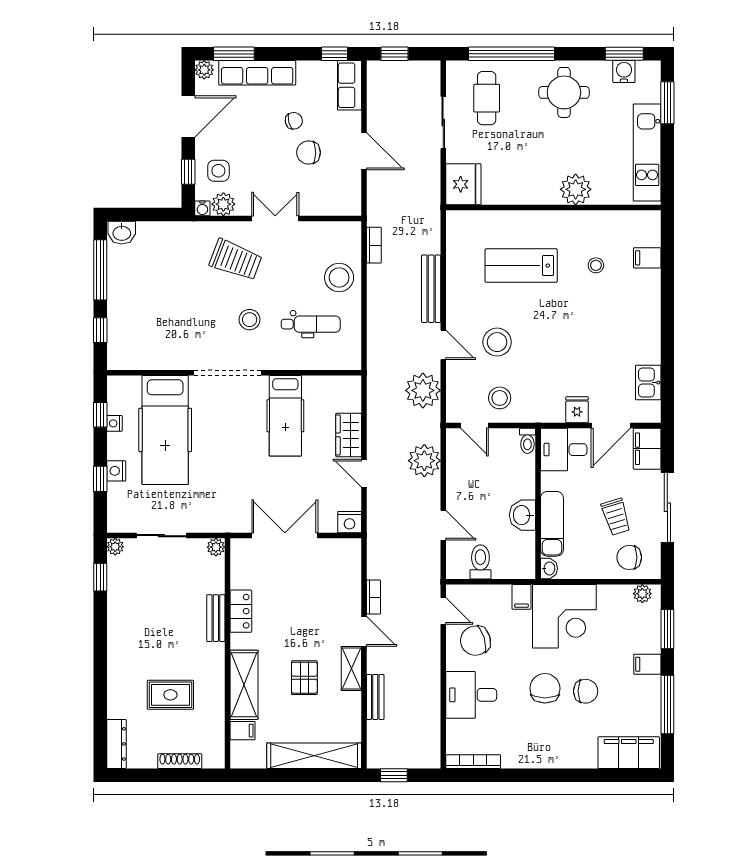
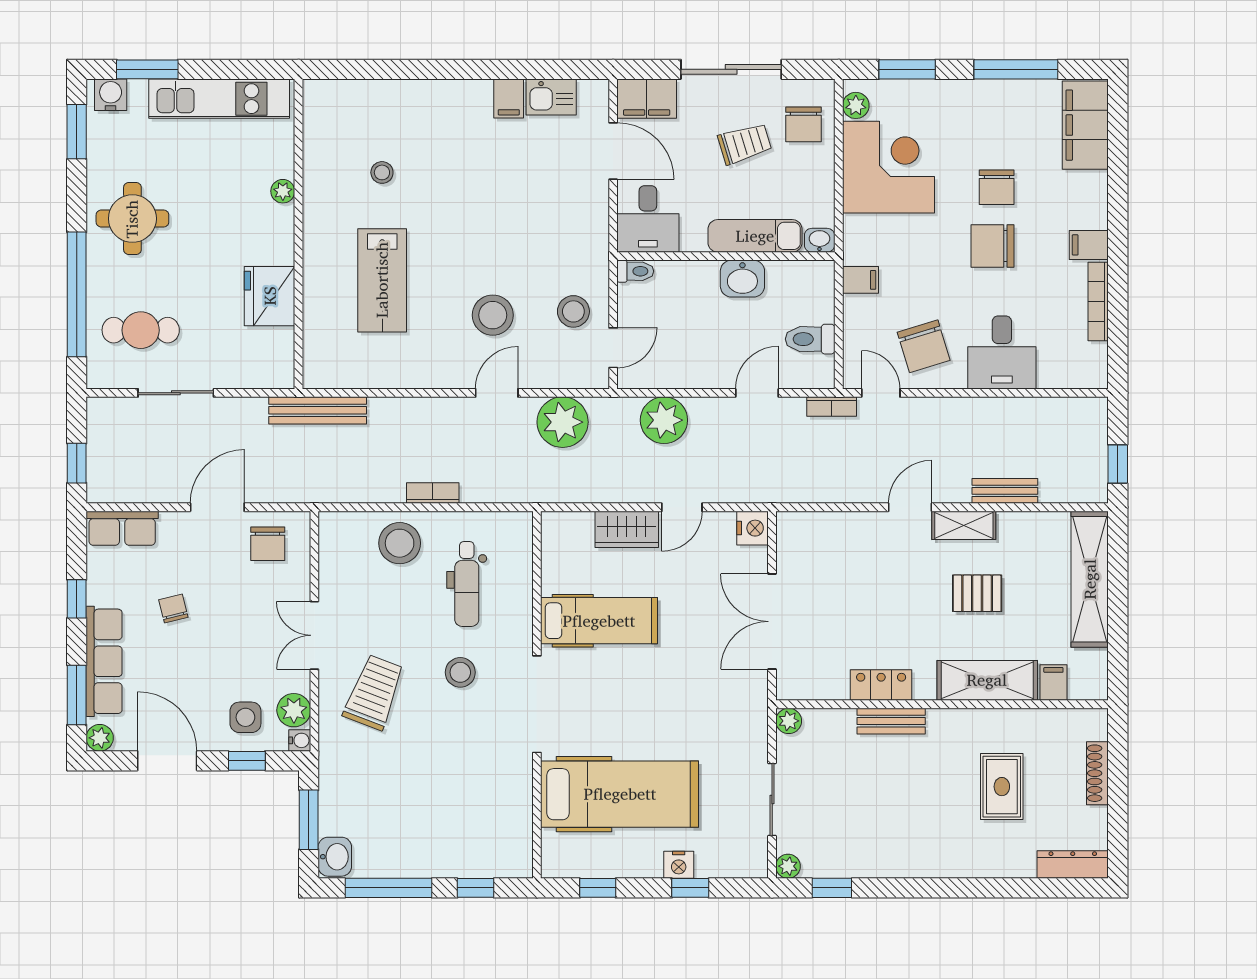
window: (335, 54) -> (77, 599), moved
water cooler: (624, 71) -> (111, 95), moved, turned 90
chair: (308, 153) -> (268, 544), moved
fridge: (463, 184) -> (270, 296), moved, turned -90
plant: (576, 189) -> (283, 191), width x0.53, depth x0.53
window: (147, 215) -> (309, 820), added
bookcase: (374, 245) -> (433, 493), moved
filing cabinet: (647, 258) -> (509, 99), moved
bench: (431, 289) -> (318, 410), moved
dental chair: (311, 324) -> (467, 584), turned 180
fridge: (577, 410) -> (590, 200), removed
nightstand: (114, 423) -> (610, 867), removed
bookcase: (373, 597) -> (832, 407), moved, turned 180
door: (443, 611) -> (881, 393), hinge flipped
corner desk: (564, 616) -> (889, 167), moved
filing cabinet: (647, 664) -> (1089, 245), moved, turned 90
chair: (586, 691) -> (997, 187), turned 180
bookcase: (473, 762) -> (1098, 301), moved

